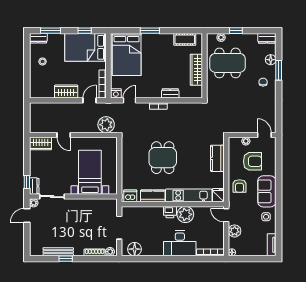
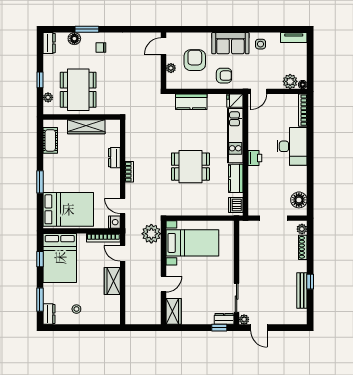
bed with nightstands: (90, 172) -> (192, 243), moved, turned 180
plant: (185, 214) -> (258, 140), removed
plant: (235, 231) -> (290, 81), moved

